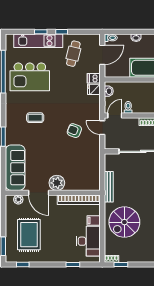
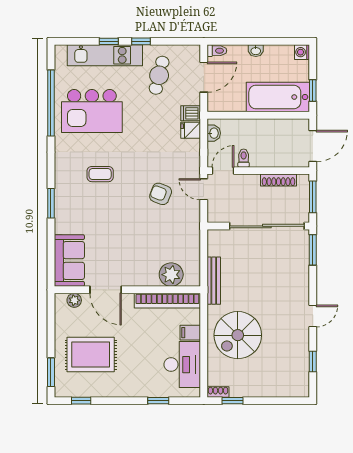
sofa: (15, 168) -> (69, 260), width x0.73
plant: (57, 183) -> (171, 275), moved
rug: (29, 235) -> (91, 355), turned 90

